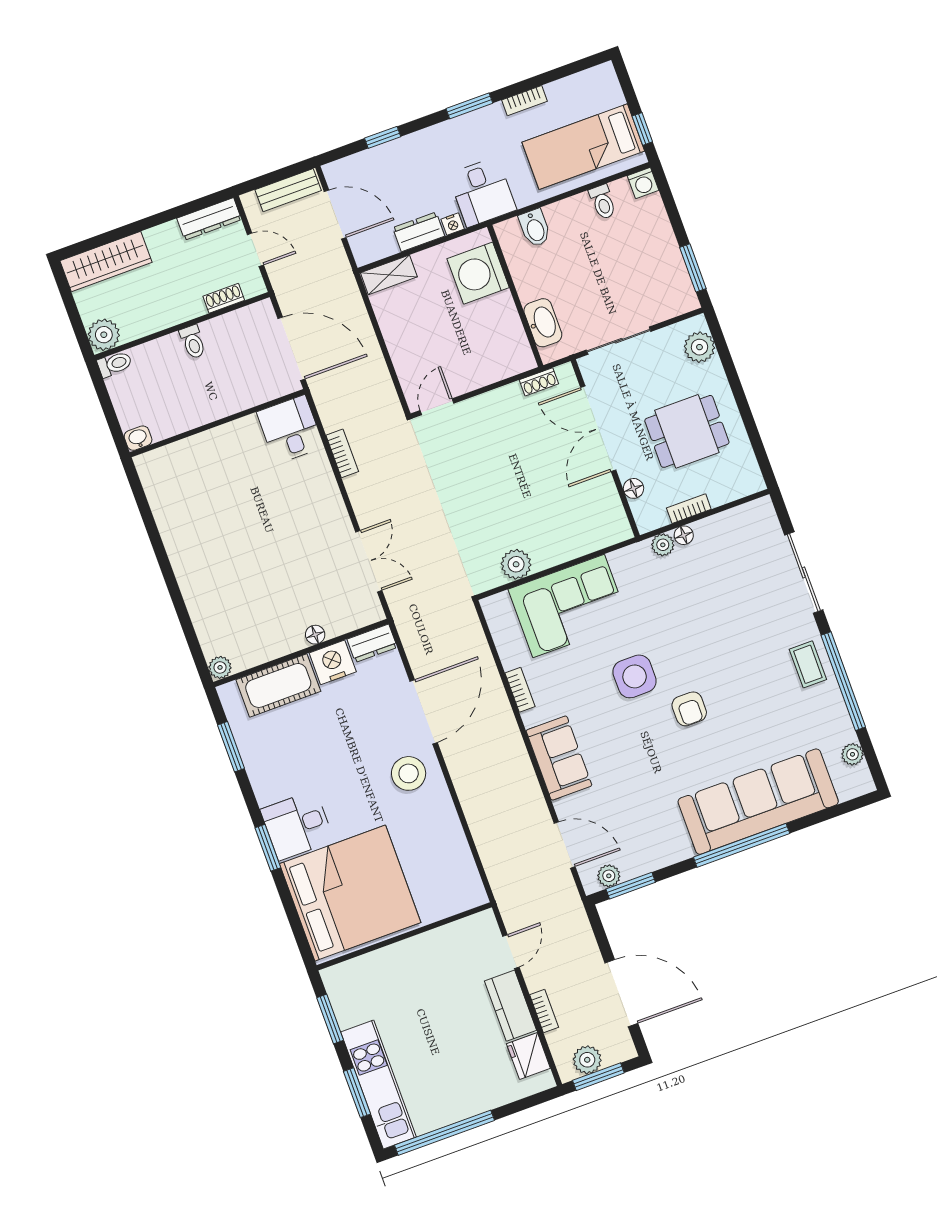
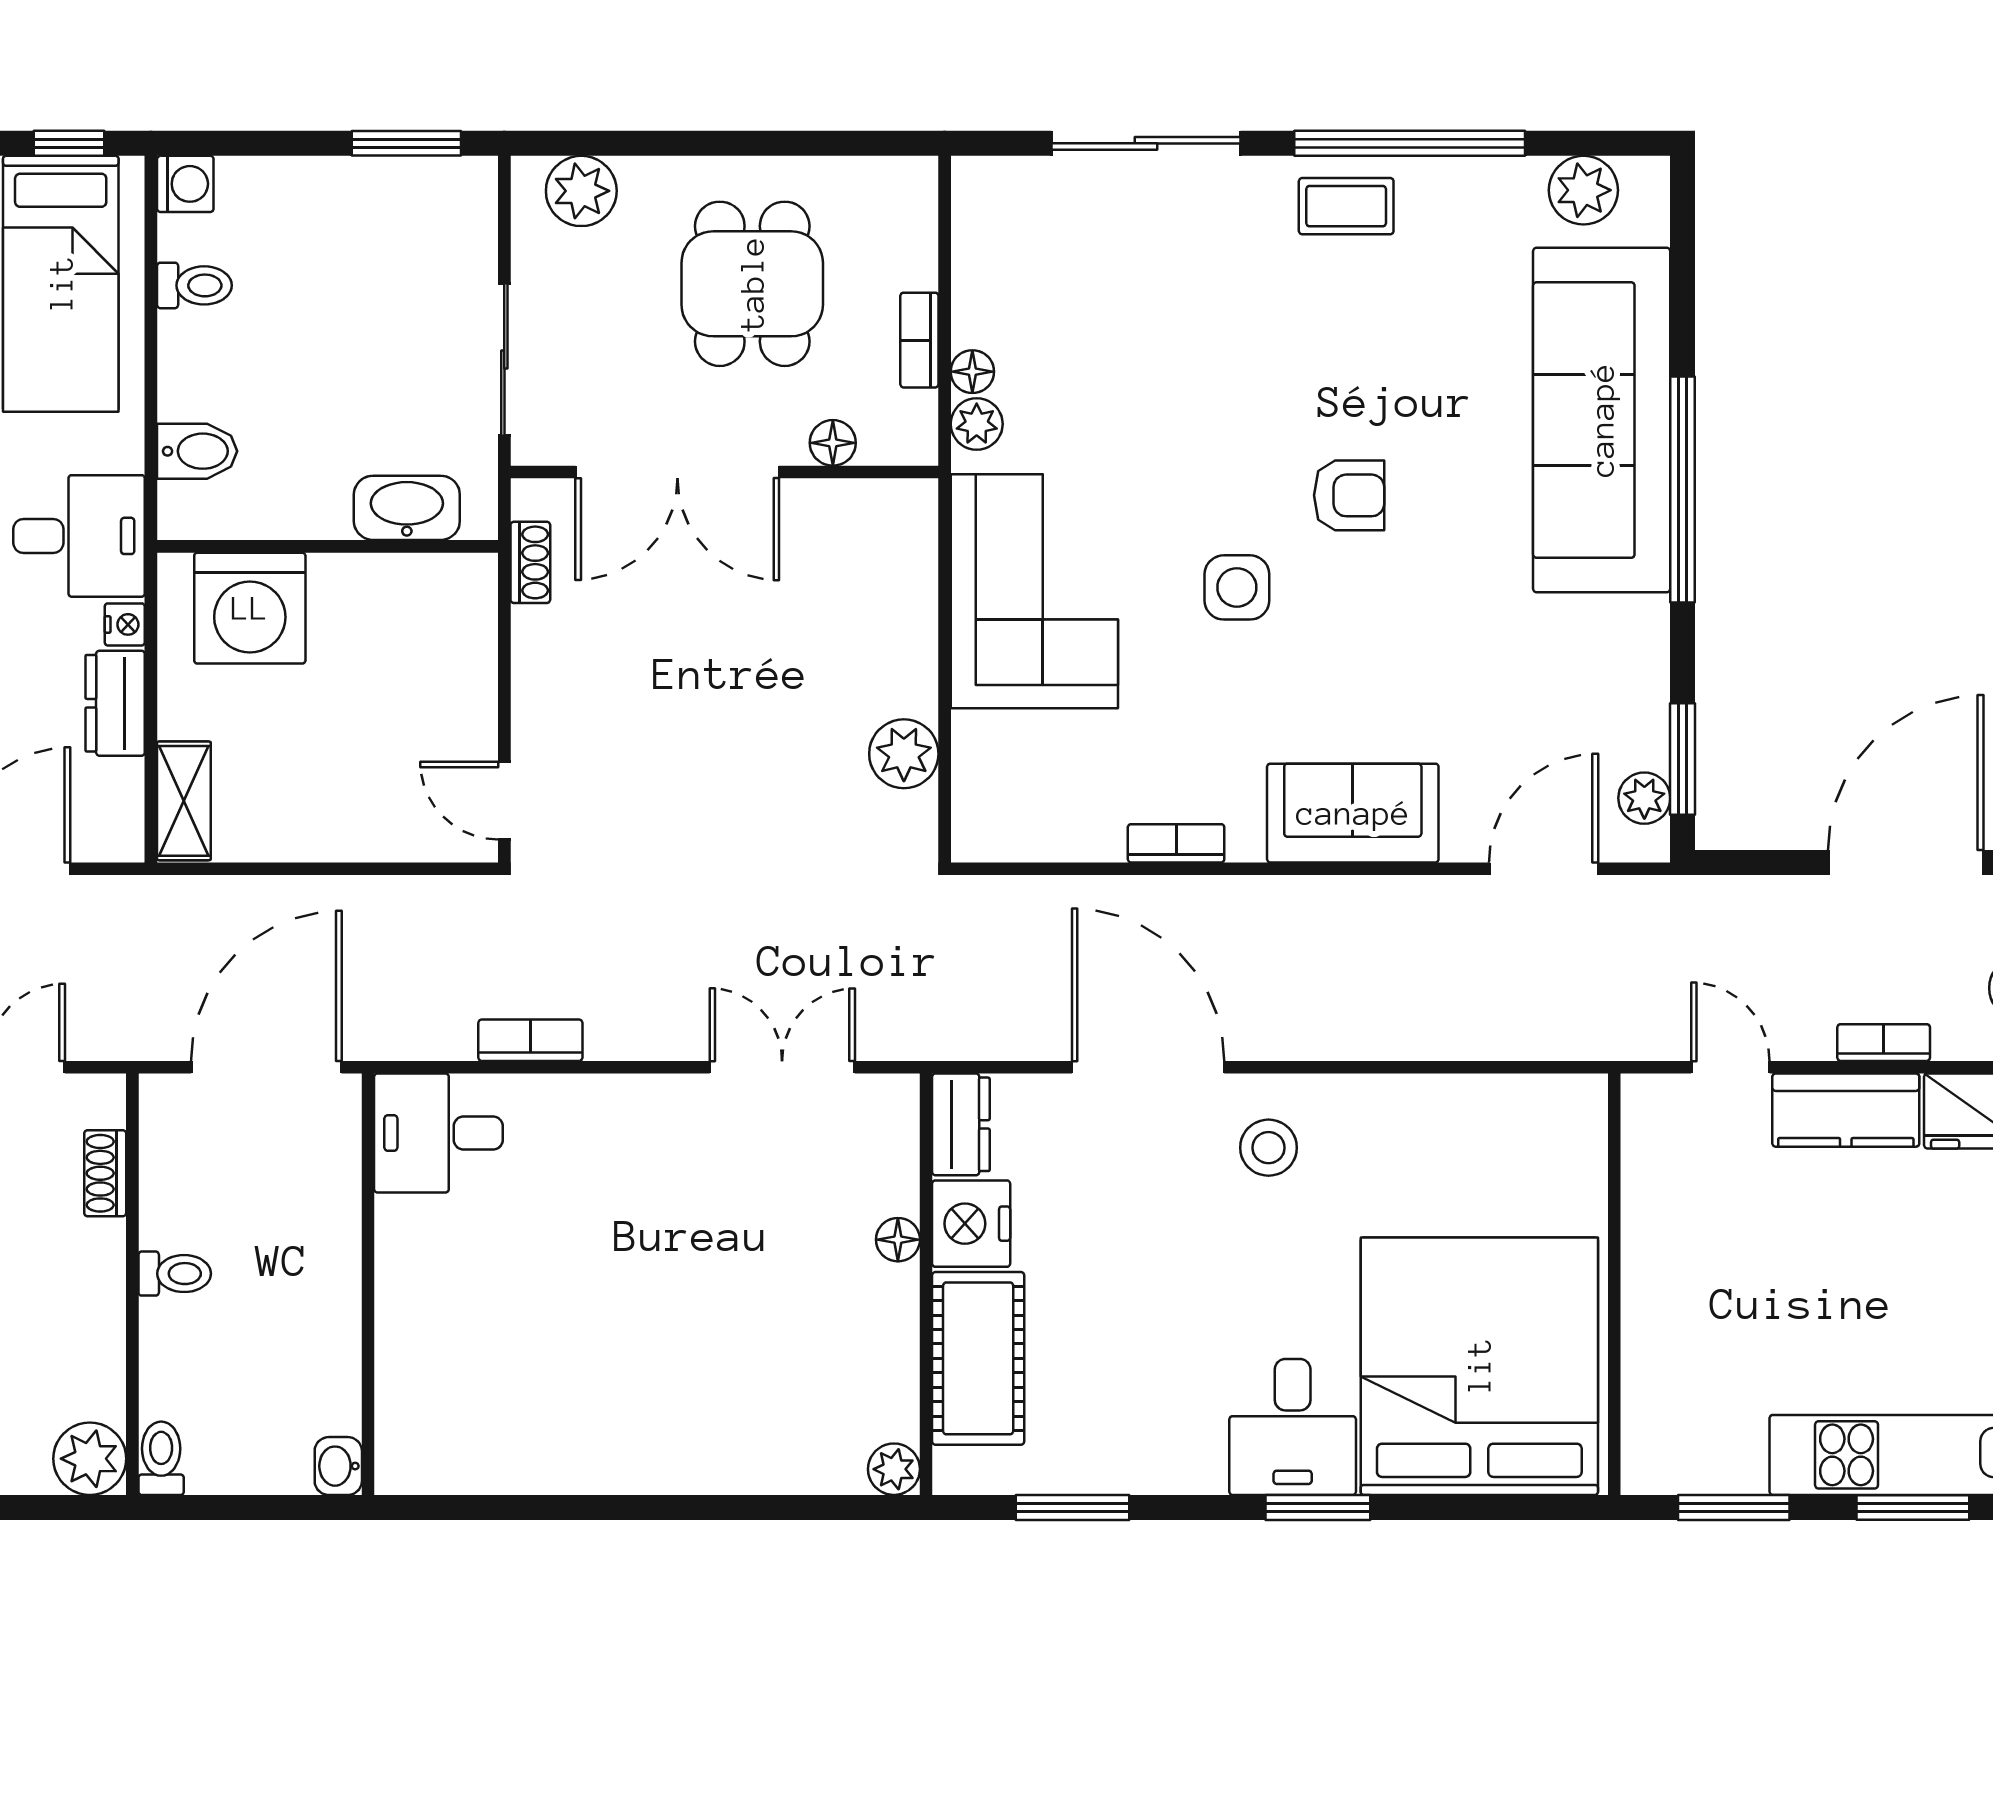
corner sofa: (569, 606) -> (1034, 591), moved
side table: (635, 676) -> (1237, 587), width x0.73, depth x0.73
plant: (852, 754) -> (1583, 190), width x1.38, depth x1.38
stool: (409, 773) -> (1268, 1148), width x0.73, depth x0.73

